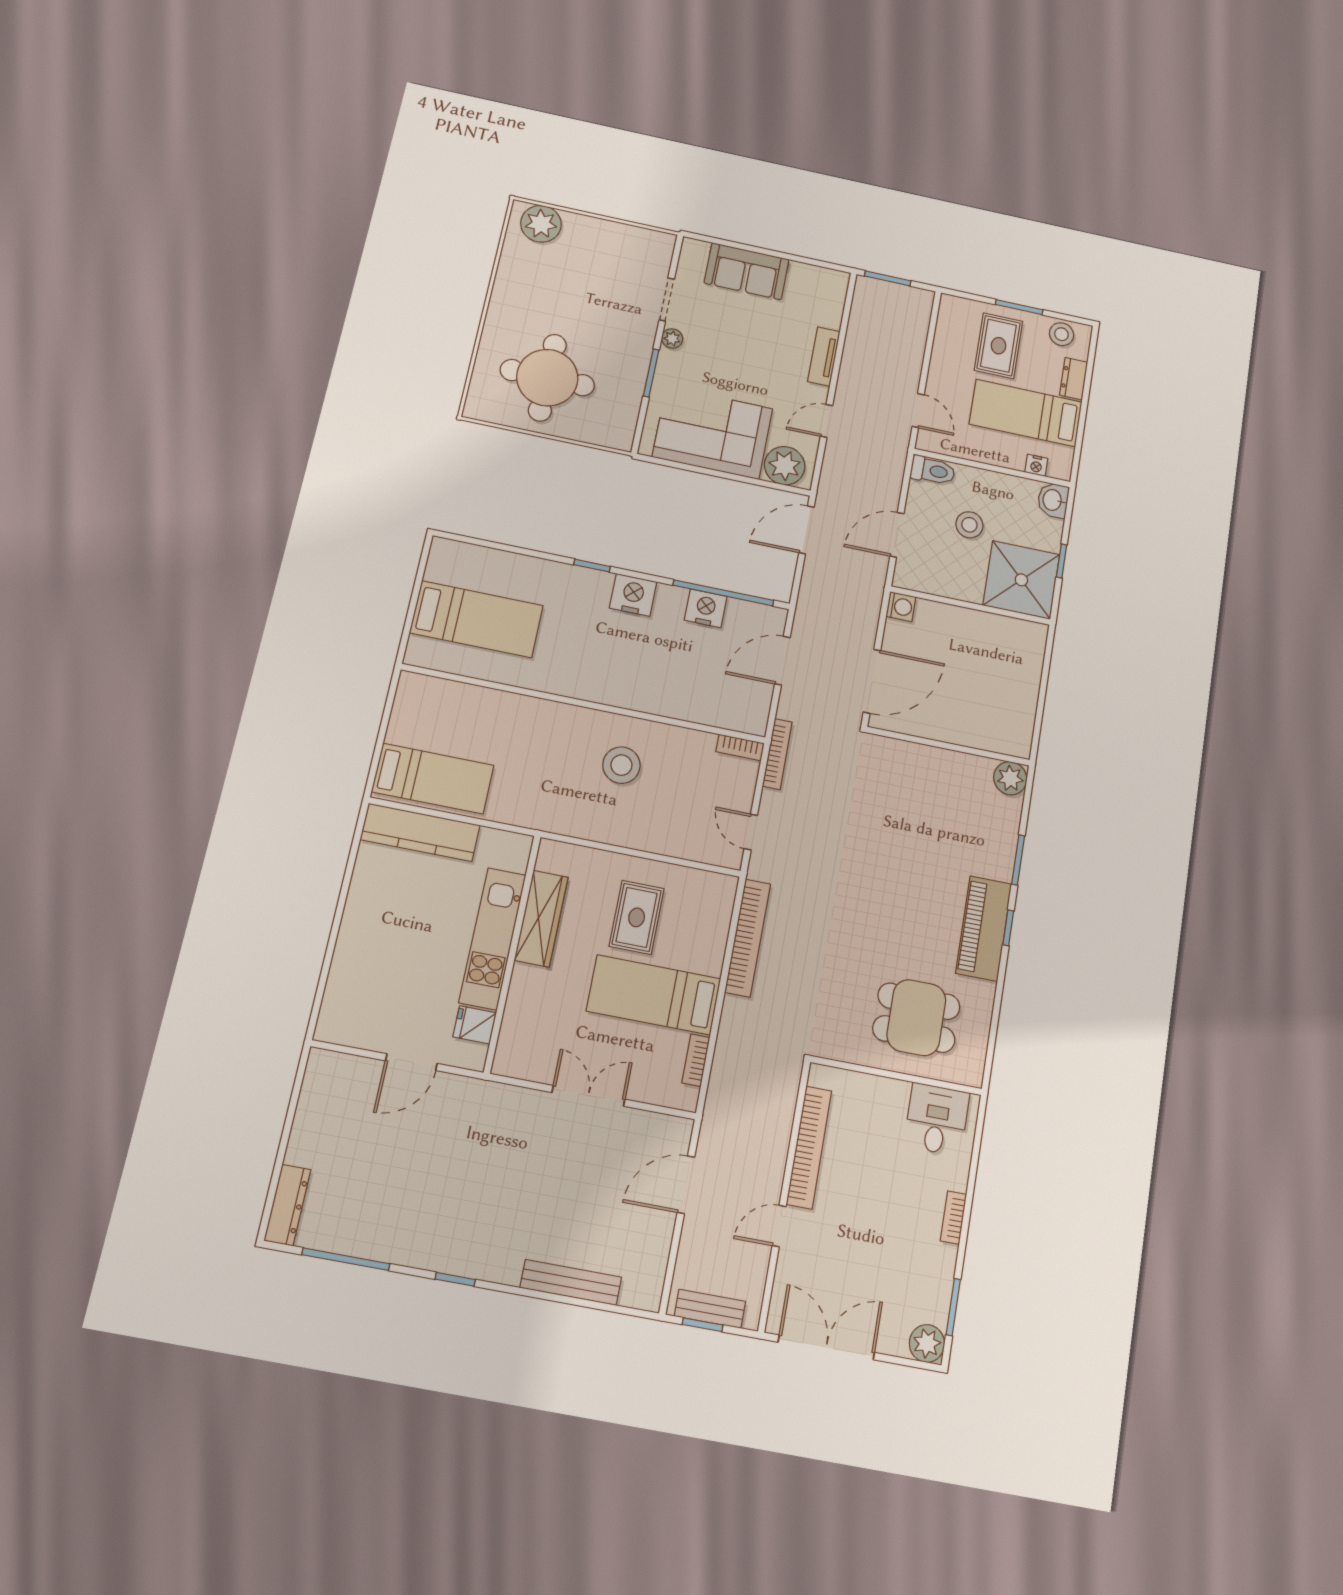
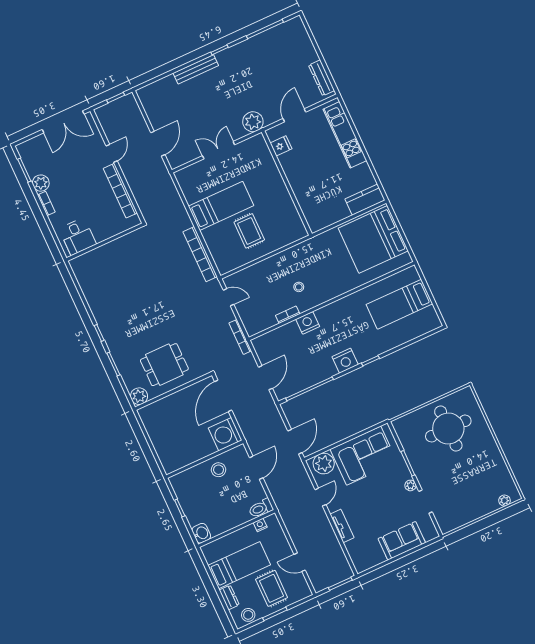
plant: (541, 224) -> (504, 501), width x0.53, depth x0.53
door: (918, 411) -> (300, 562), moved
nightstand: (1036, 465) -> (260, 525), moved
stool: (969, 525) -> (219, 470), moved
shower: (1021, 580) -> (191, 487), removed
washing machine: (901, 607) -> (225, 434), width x1.89, depth x1.89
nightstand: (706, 608) -> (308, 323), moved, turned 180
bookcase: (740, 747) -> (288, 315), moved
stool: (621, 765) -> (299, 287), width x0.53, depth x0.53
bed: (433, 779) -> (373, 239), width x2.04
kitchen counter: (420, 832) -> (365, 200), width x0.67
wardrobe: (541, 919) -> (286, 204), removed
piano: (984, 928) -> (109, 326), removed
kitchen unit: (493, 938) -> (345, 135), moved, turned 180
dining table: (916, 1018) -> (164, 365), moved
bookcase: (696, 1060) -> (187, 193), removed
double door: (588, 1096) -> (219, 150), swing flipped
plant: (492, 1103) -> (253, 122), added
dresser: (287, 1205) -> (322, 78), moved
bench: (571, 1282) -> (196, 69), moved
bench: (710, 1309) -> (117, 105), removed
plant: (927, 1343) -> (41, 183), moved

